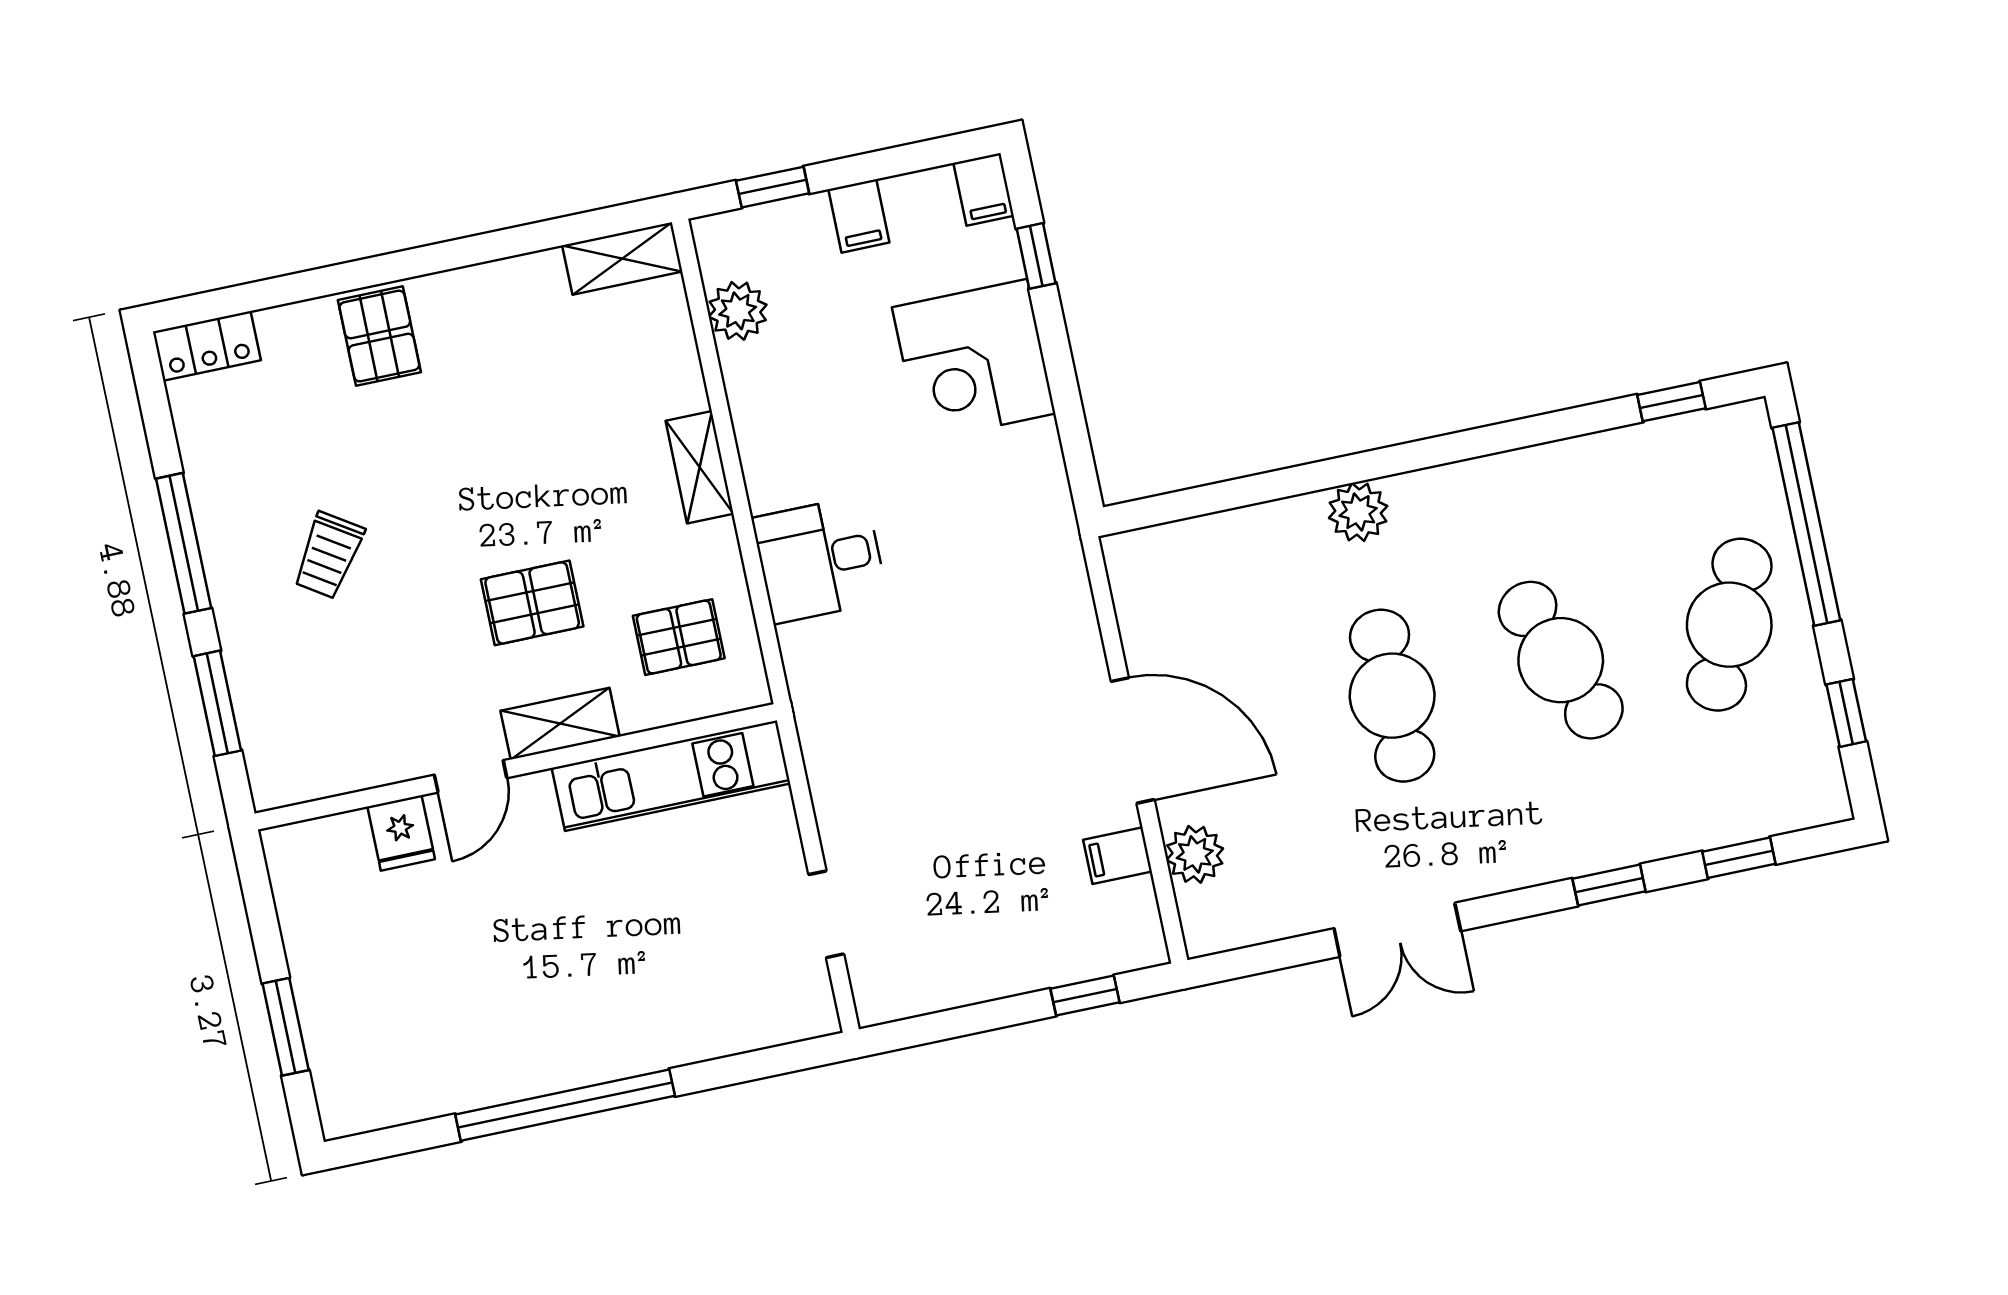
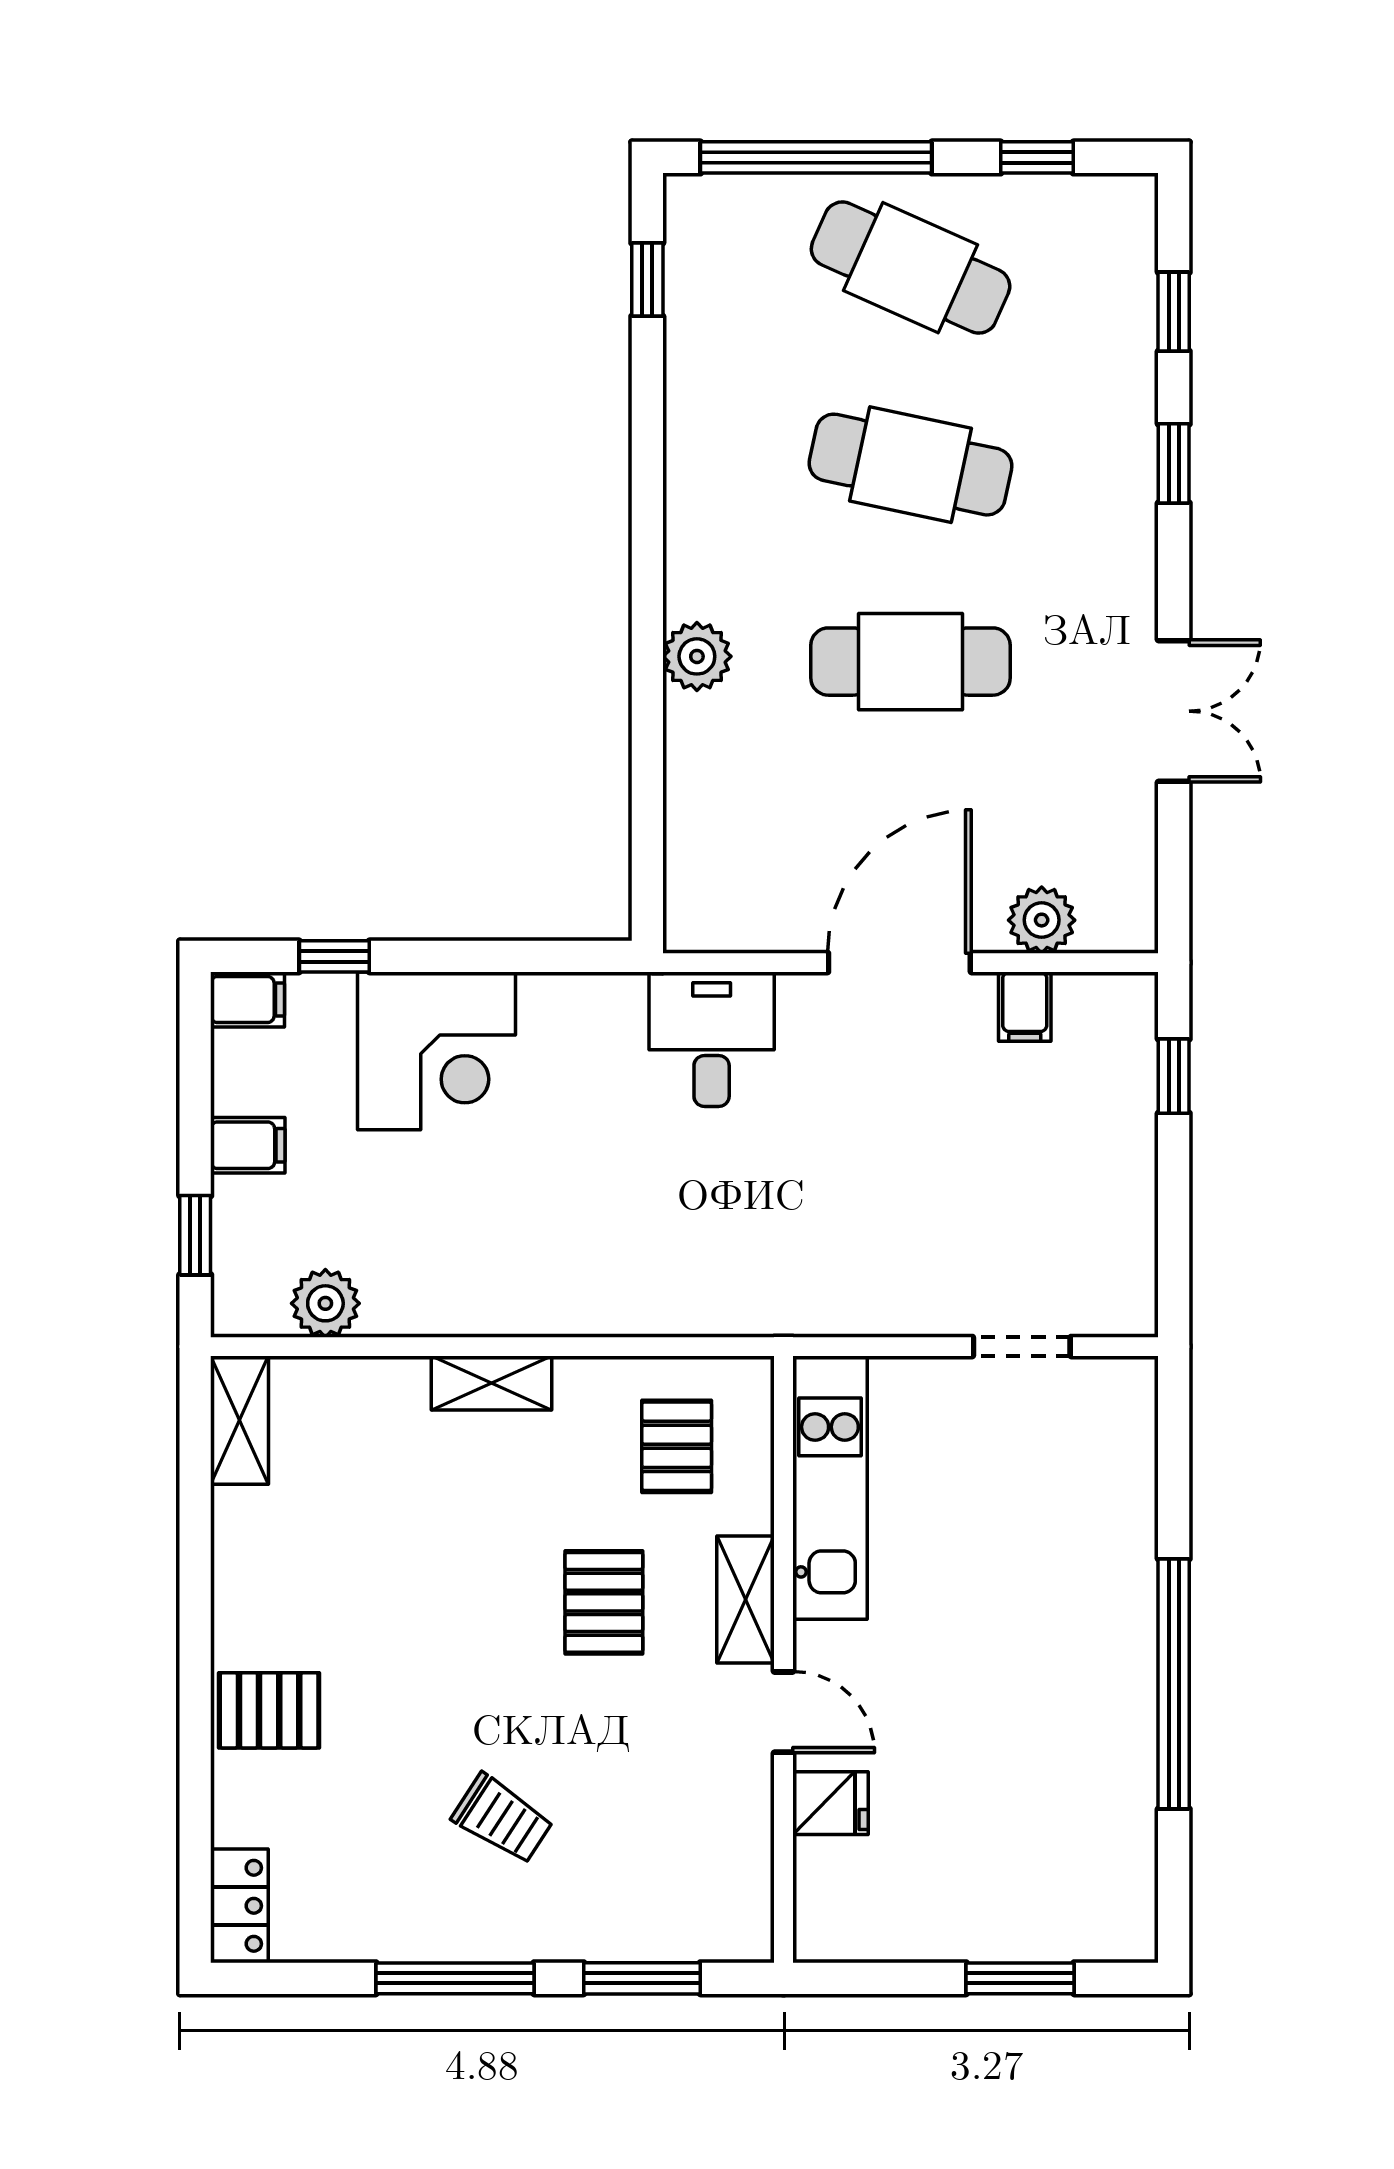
desk: (820, 559) -> (712, 1039), moved, turned 180
cafe table: (1561, 660) -> (911, 465), turned 33

